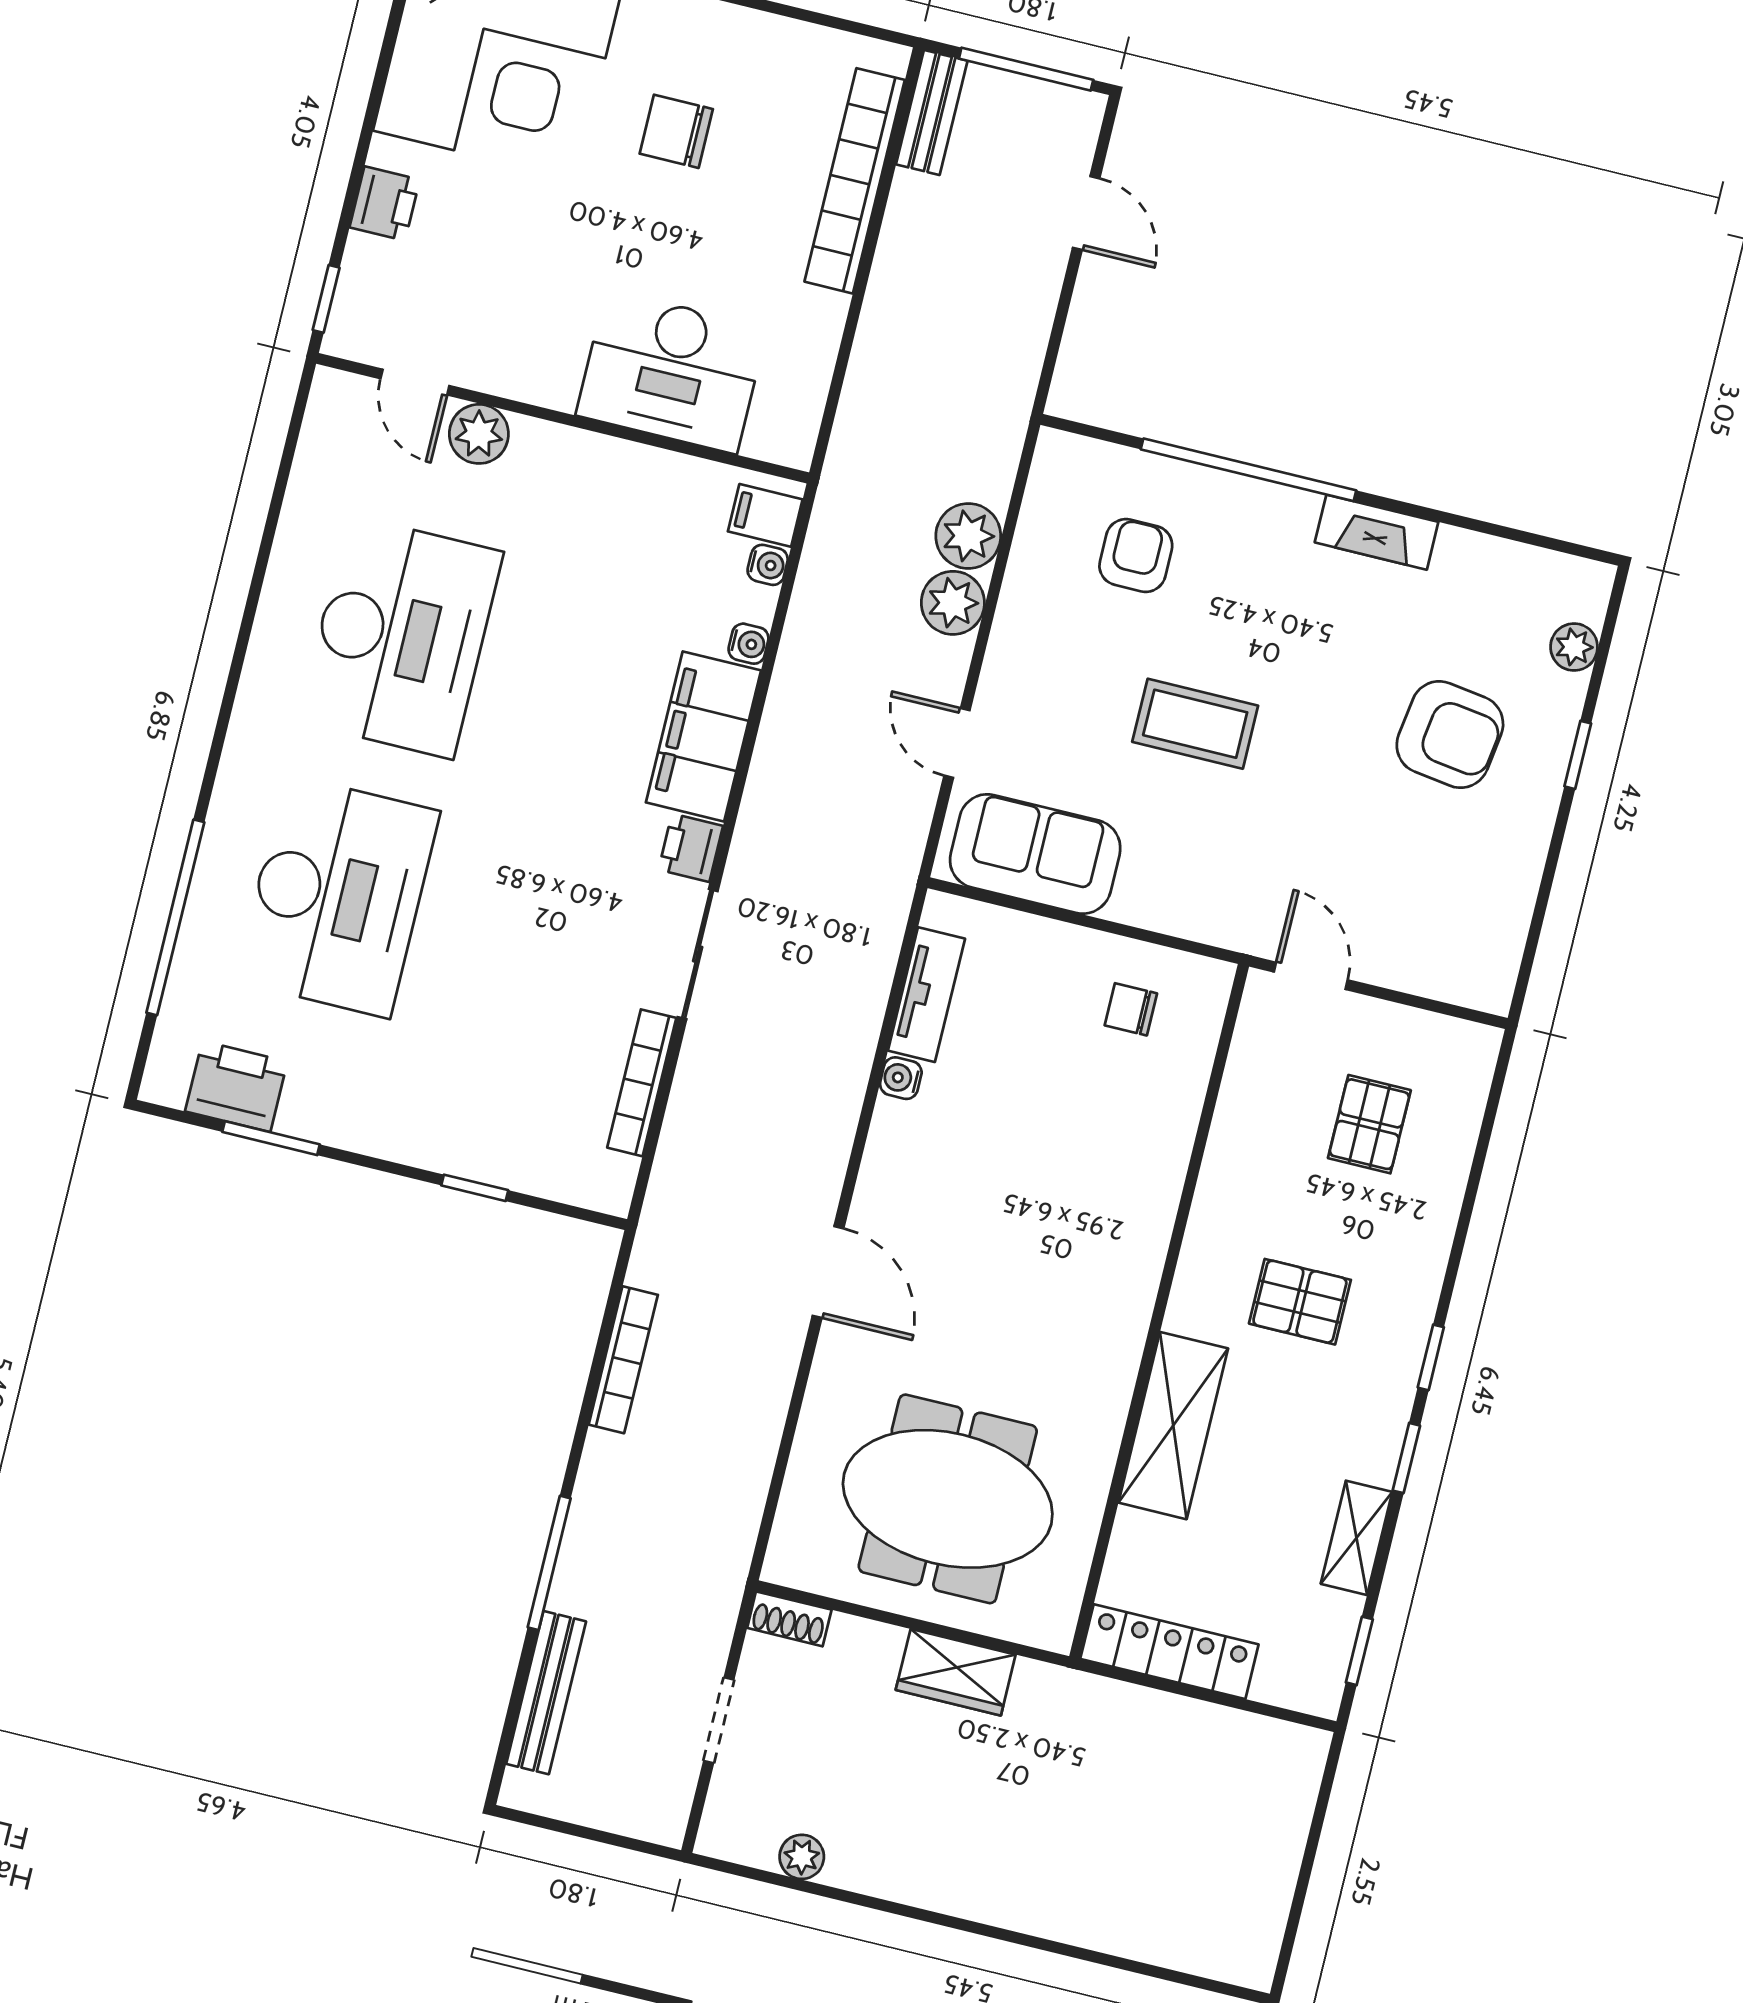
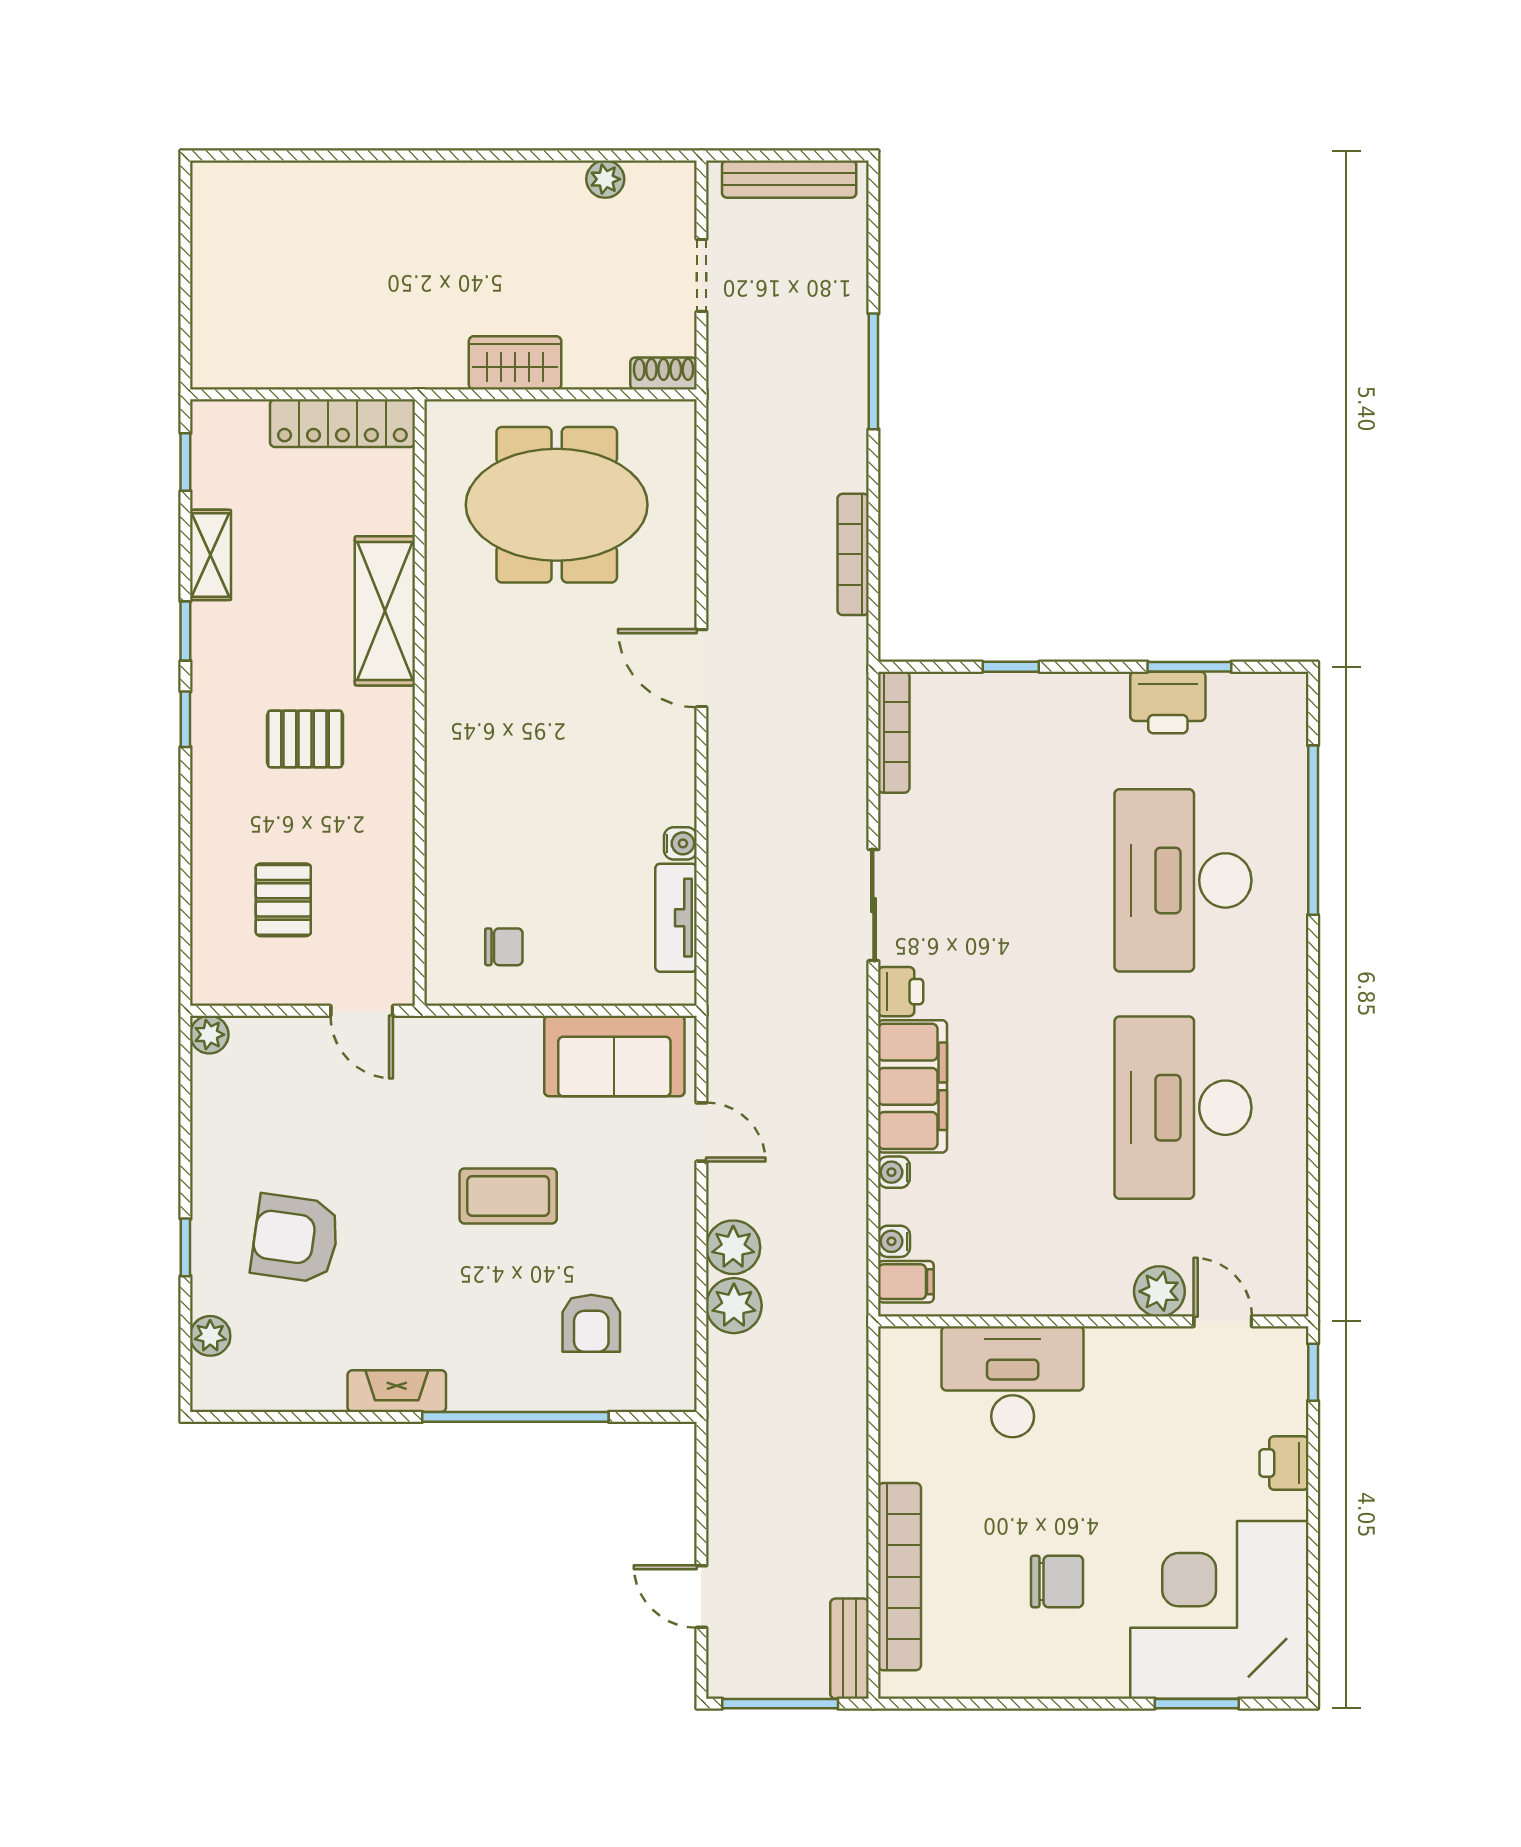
plant: (1491, 991) -> (209, 1035), added
bookcase: (642, 1083) -> (894, 732), moved
printer: (236, 1086) -> (1168, 702), moved
bench: (546, 1693) -> (789, 179), moved, turned 90

